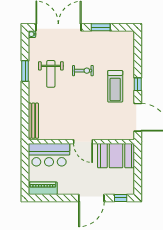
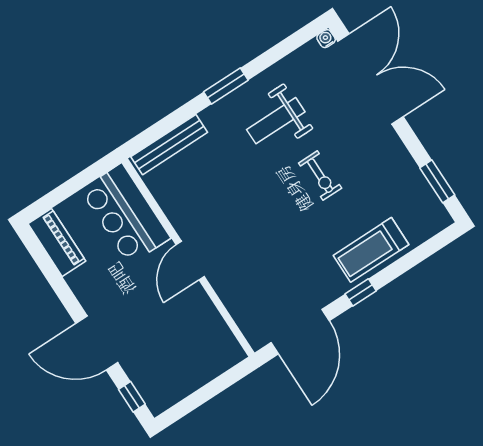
window: (101, 27) -> (437, 181), moved
window: (25, 71) -> (226, 86), moved
treadmill: (115, 86) -> (371, 250), moved
booth: (116, 156) -> (204, 338), removed

